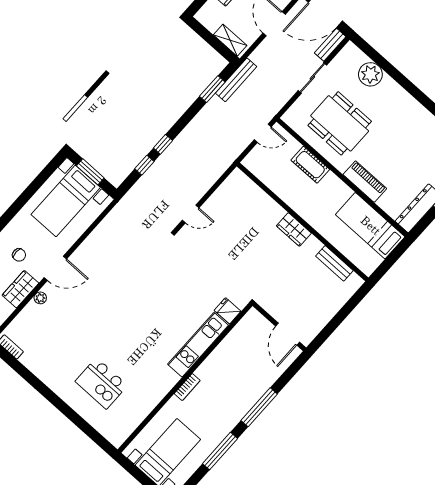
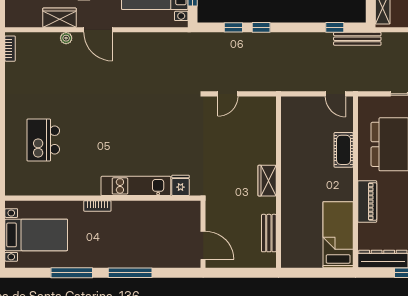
window: (212, 89) -> (335, 27), width x0.67
door: (191, 214) -> (228, 94), hinge flipped
wall: (303, 222) -> (278, 182), moved
wardrobe: (294, 229) -> (267, 181), moved
bench: (334, 263) -> (269, 233), moved
door: (288, 334) -> (203, 245), swing flipped

